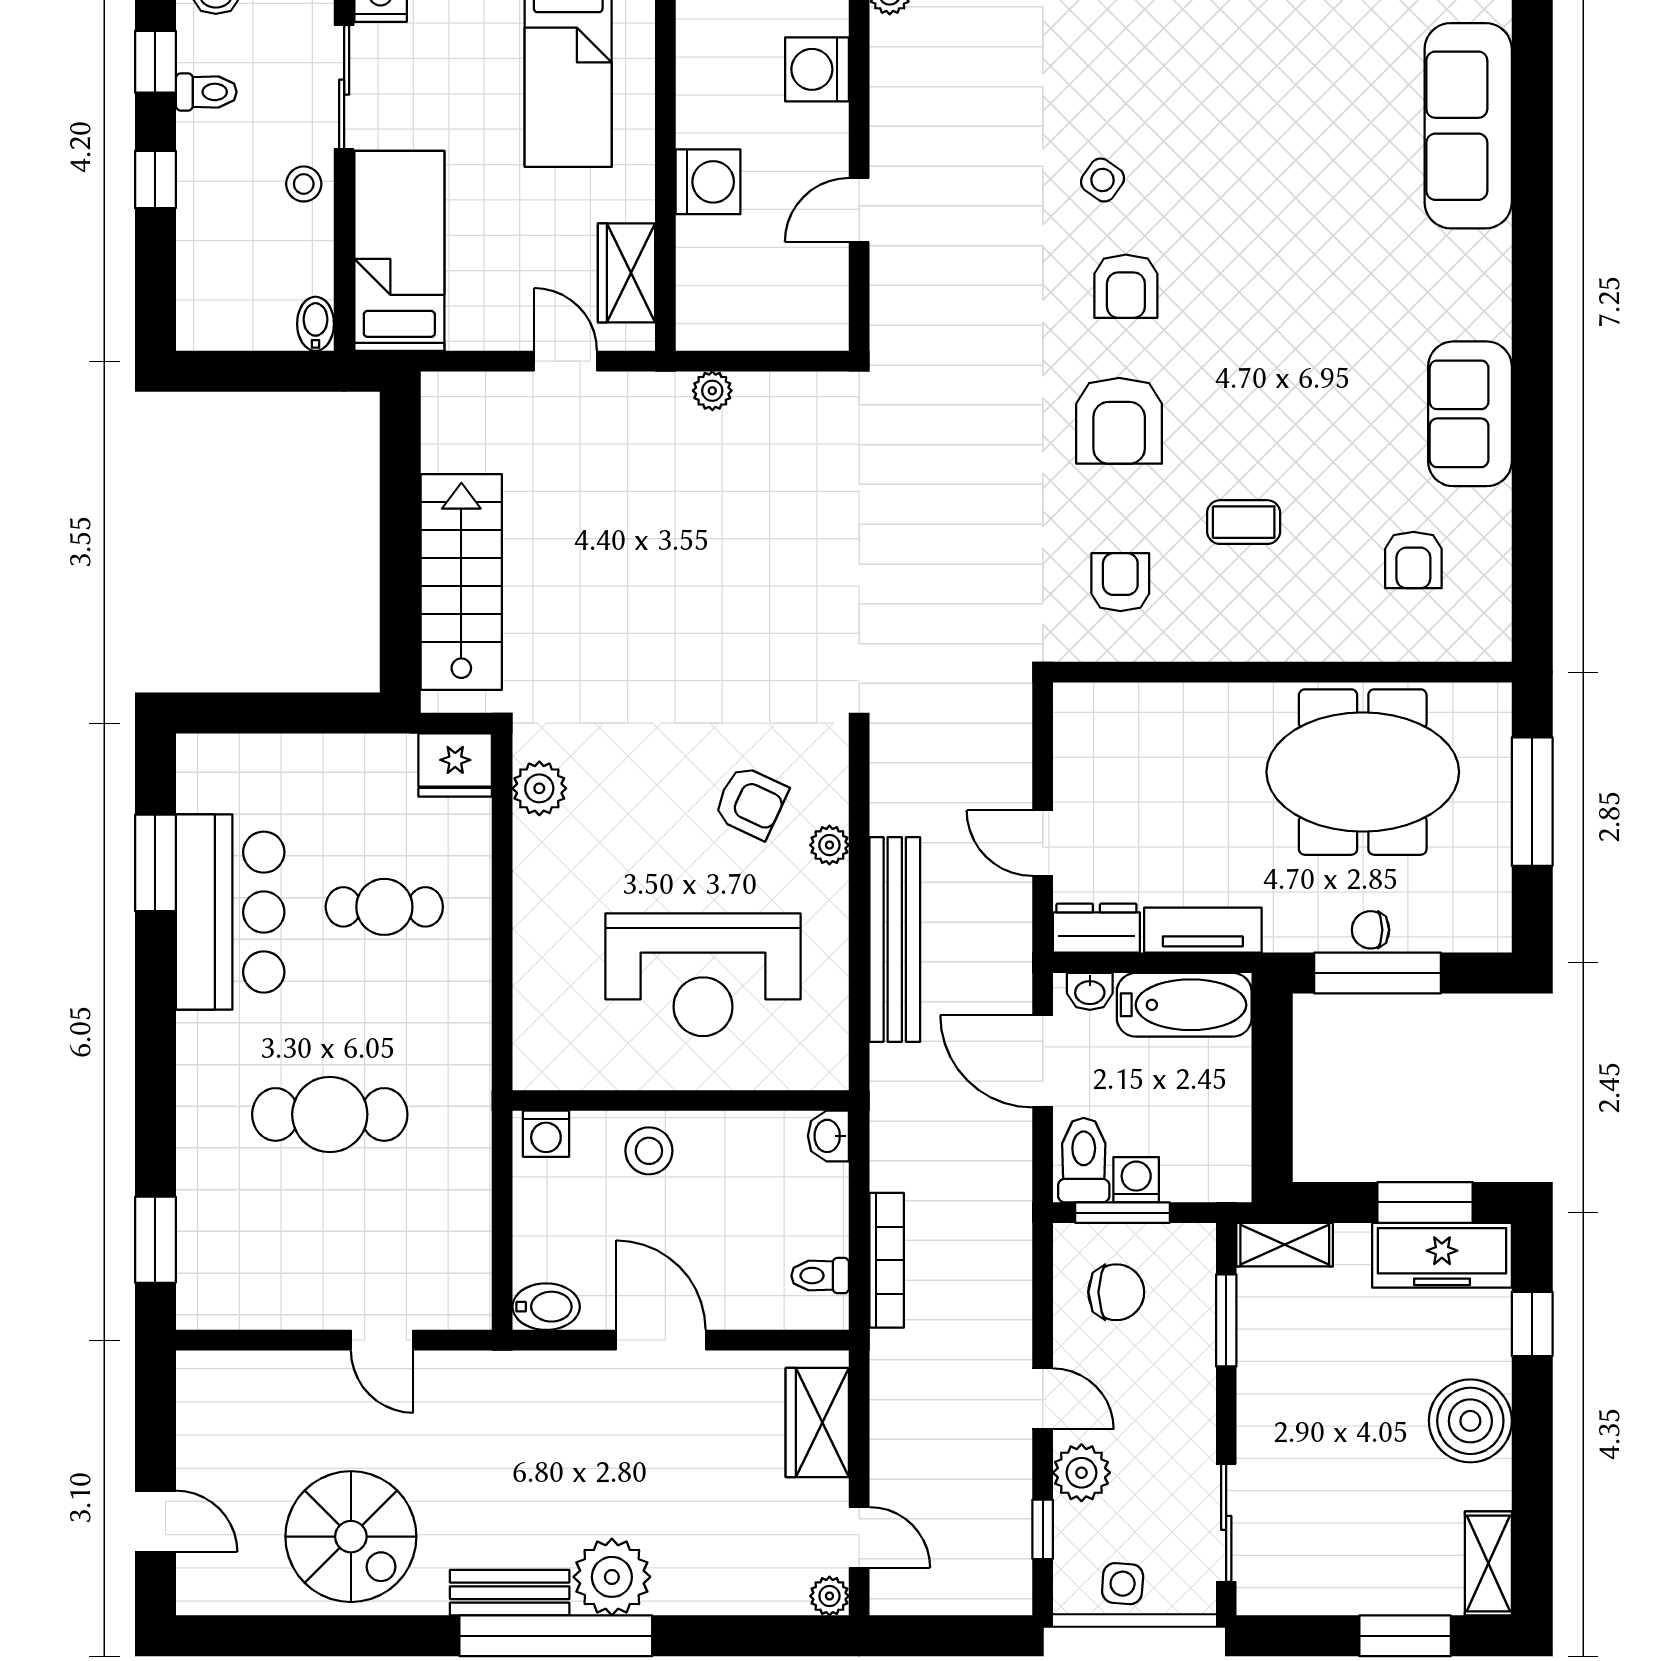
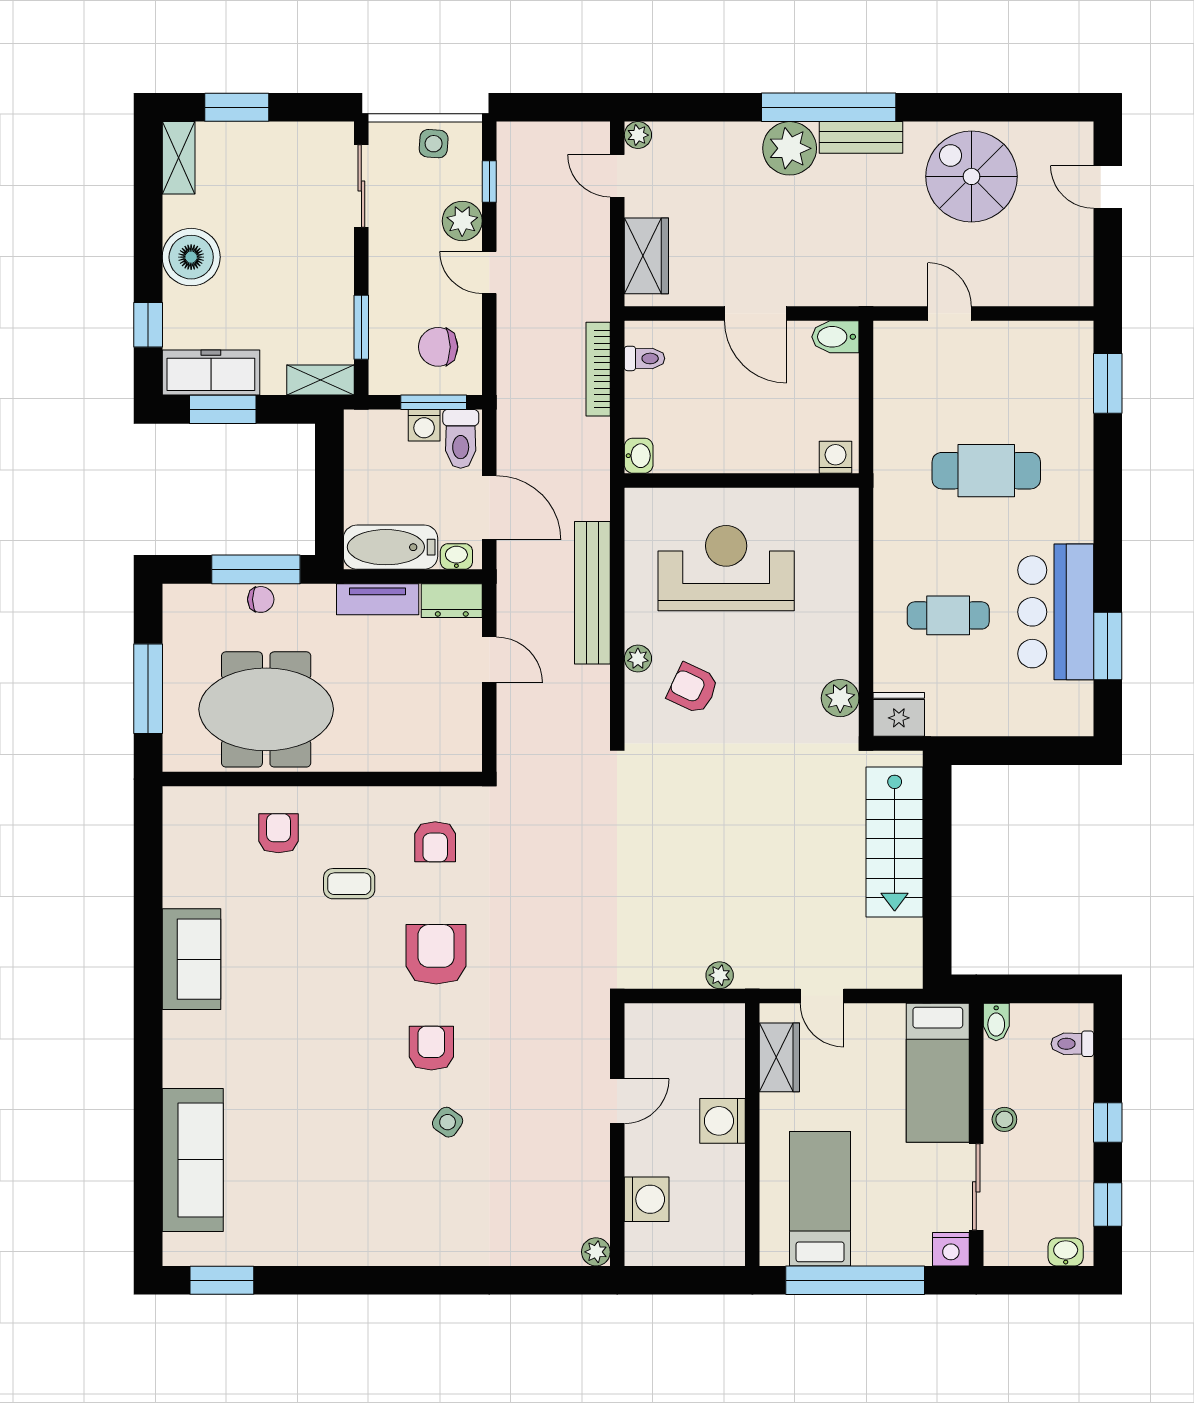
toilet: (206, 92) -> (1072, 1044), moved
armchair: (1413, 560) -> (278, 833), moved
stool: (649, 1151) -> (764, 445), removed

